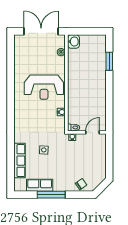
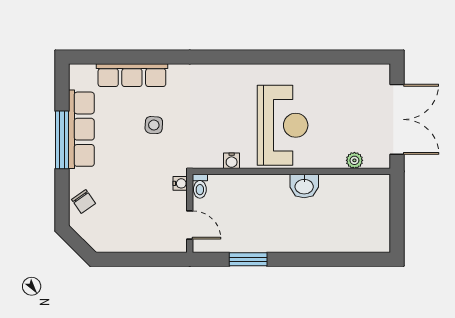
washbasin: (74, 42) -> (304, 186), moved
window: (109, 61) -> (248, 259), moved
reception desk: (44, 87) -> (283, 125), turned 180
row of seats: (40, 185) -> (81, 129), width x1.48

